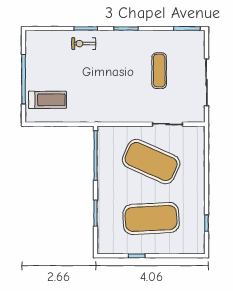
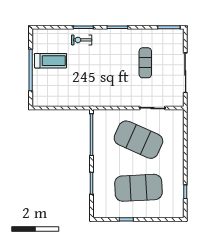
treadmill: (48, 100) -> (51, 61), moved

